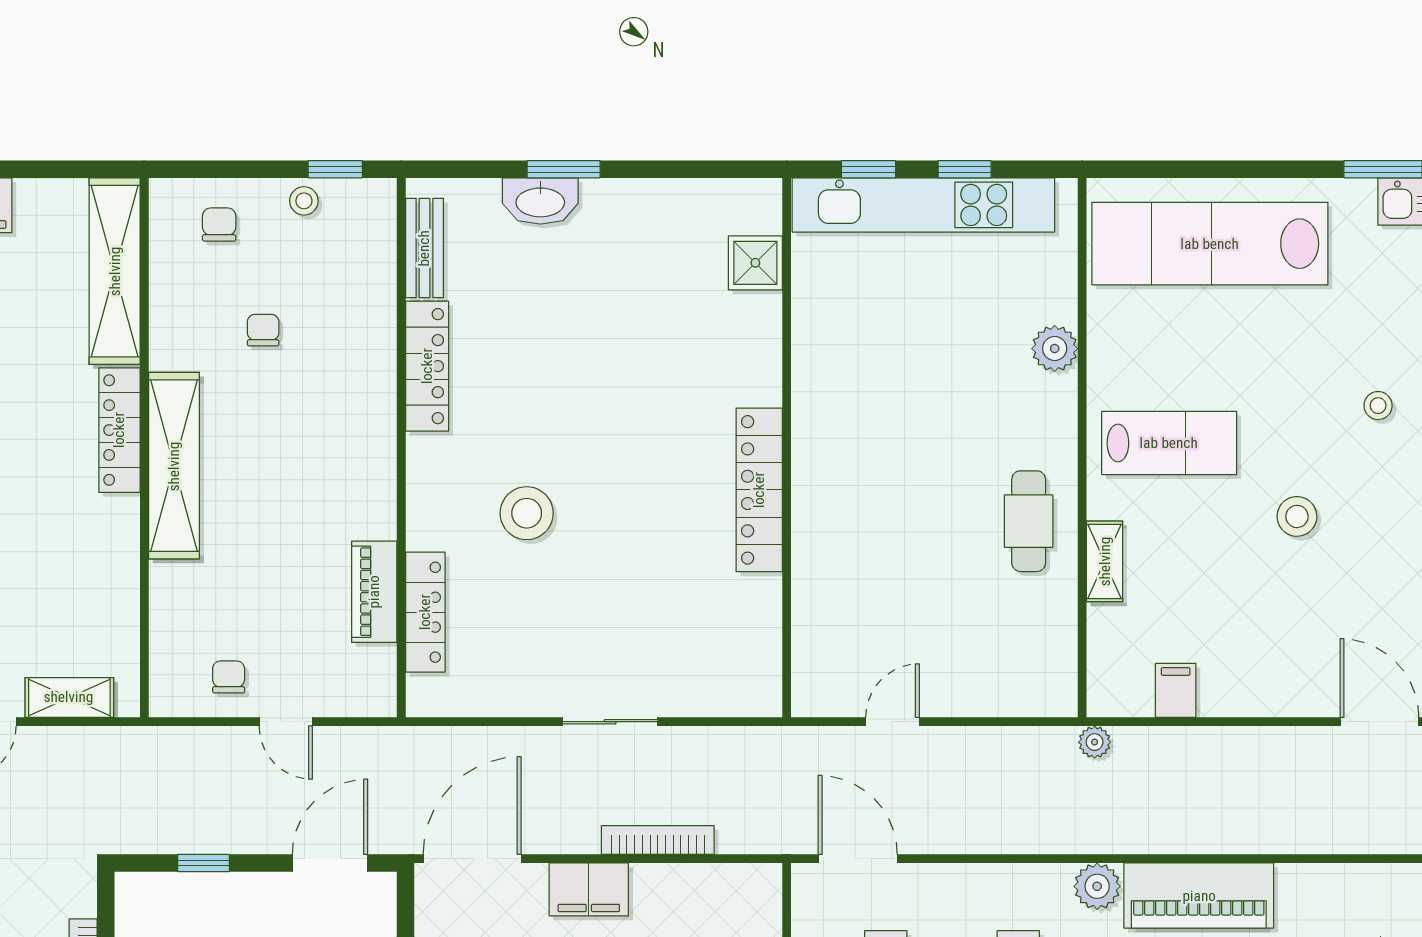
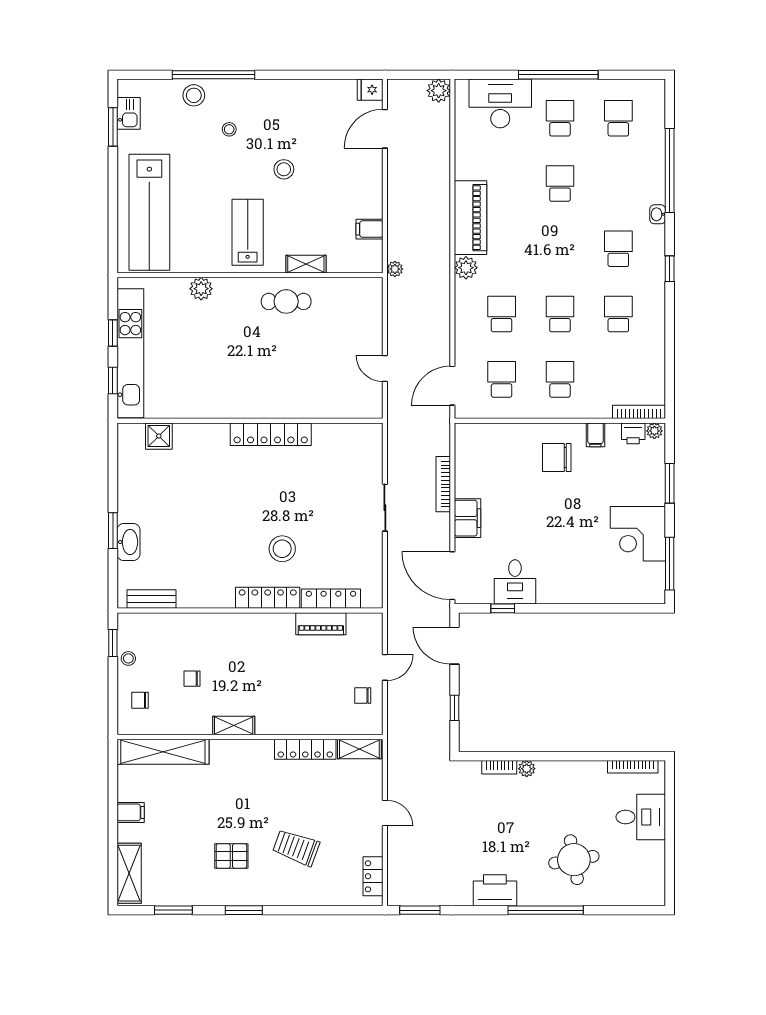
locker: (427, 366) -> (268, 598), moved
locker: (119, 430) -> (305, 749), moved
shelving: (174, 466) -> (234, 726), width x0.45, depth x0.75
shelving: (69, 697) -> (359, 749), moved, turned 90

